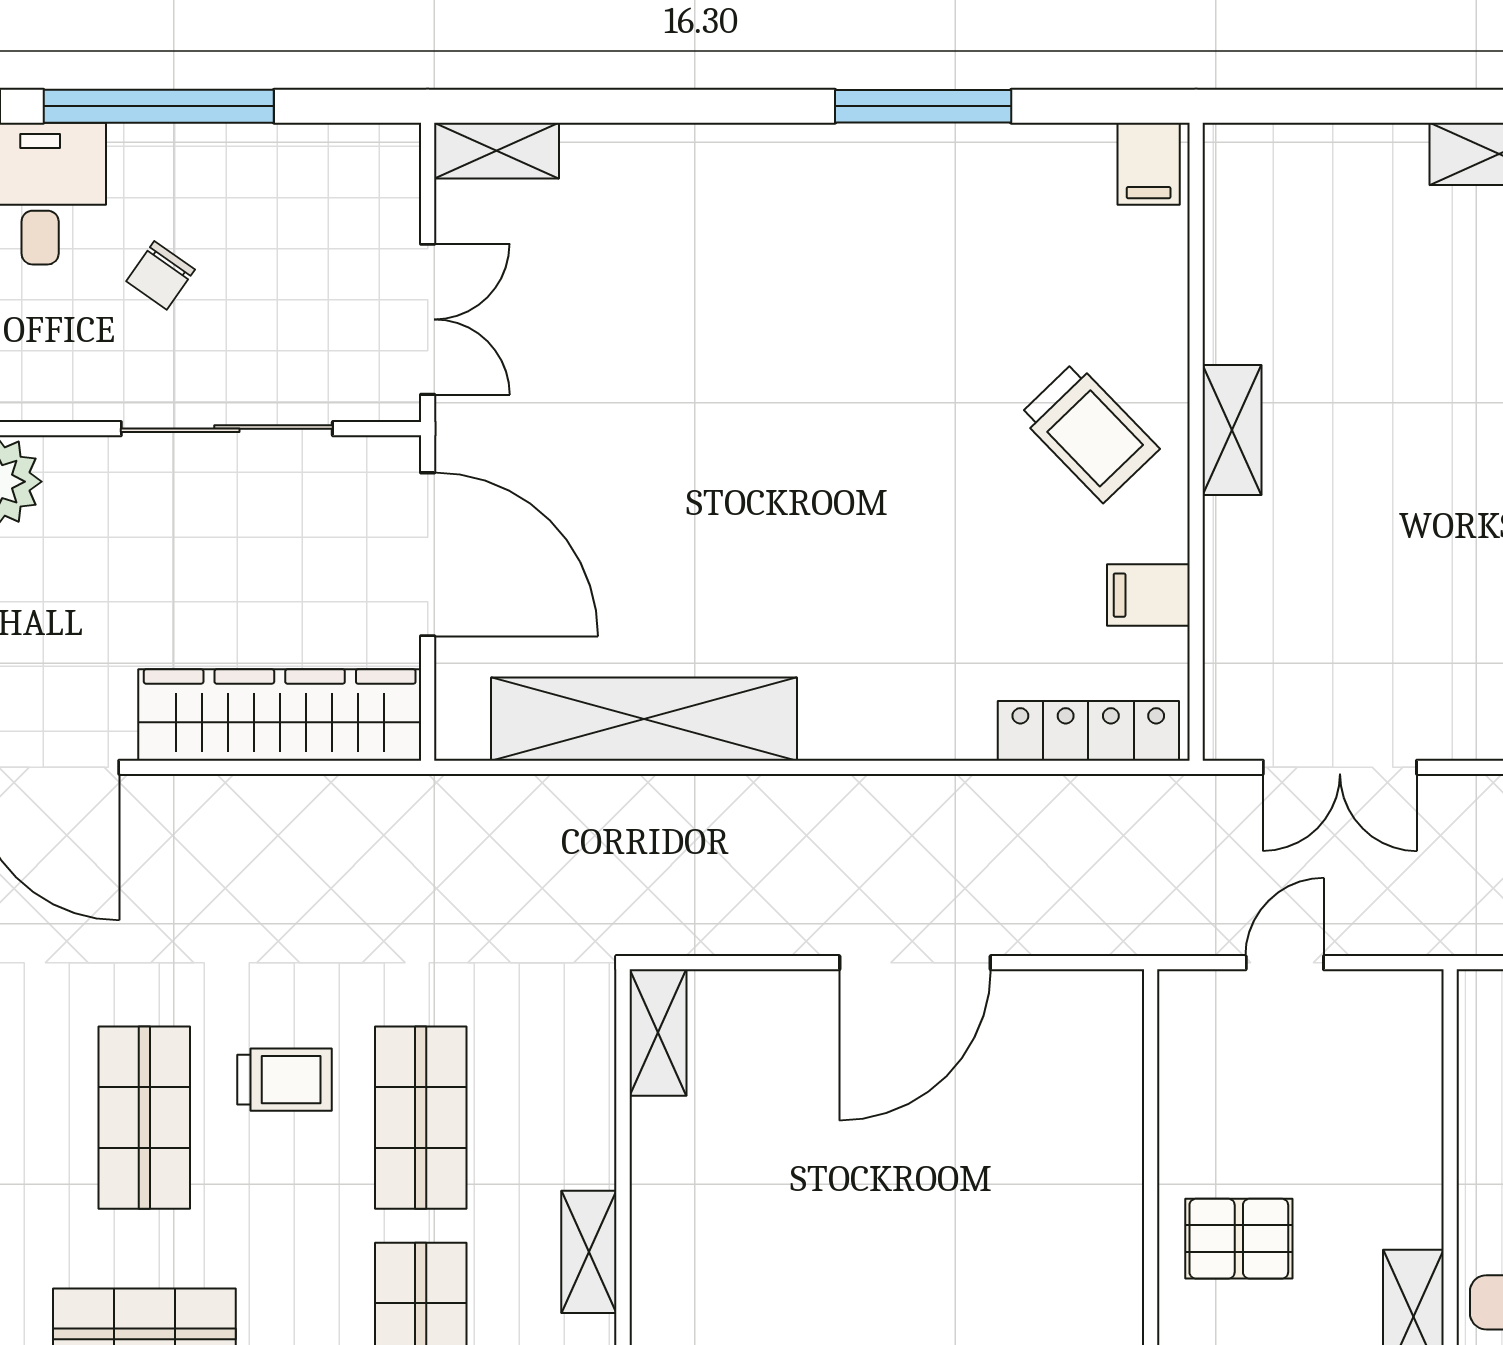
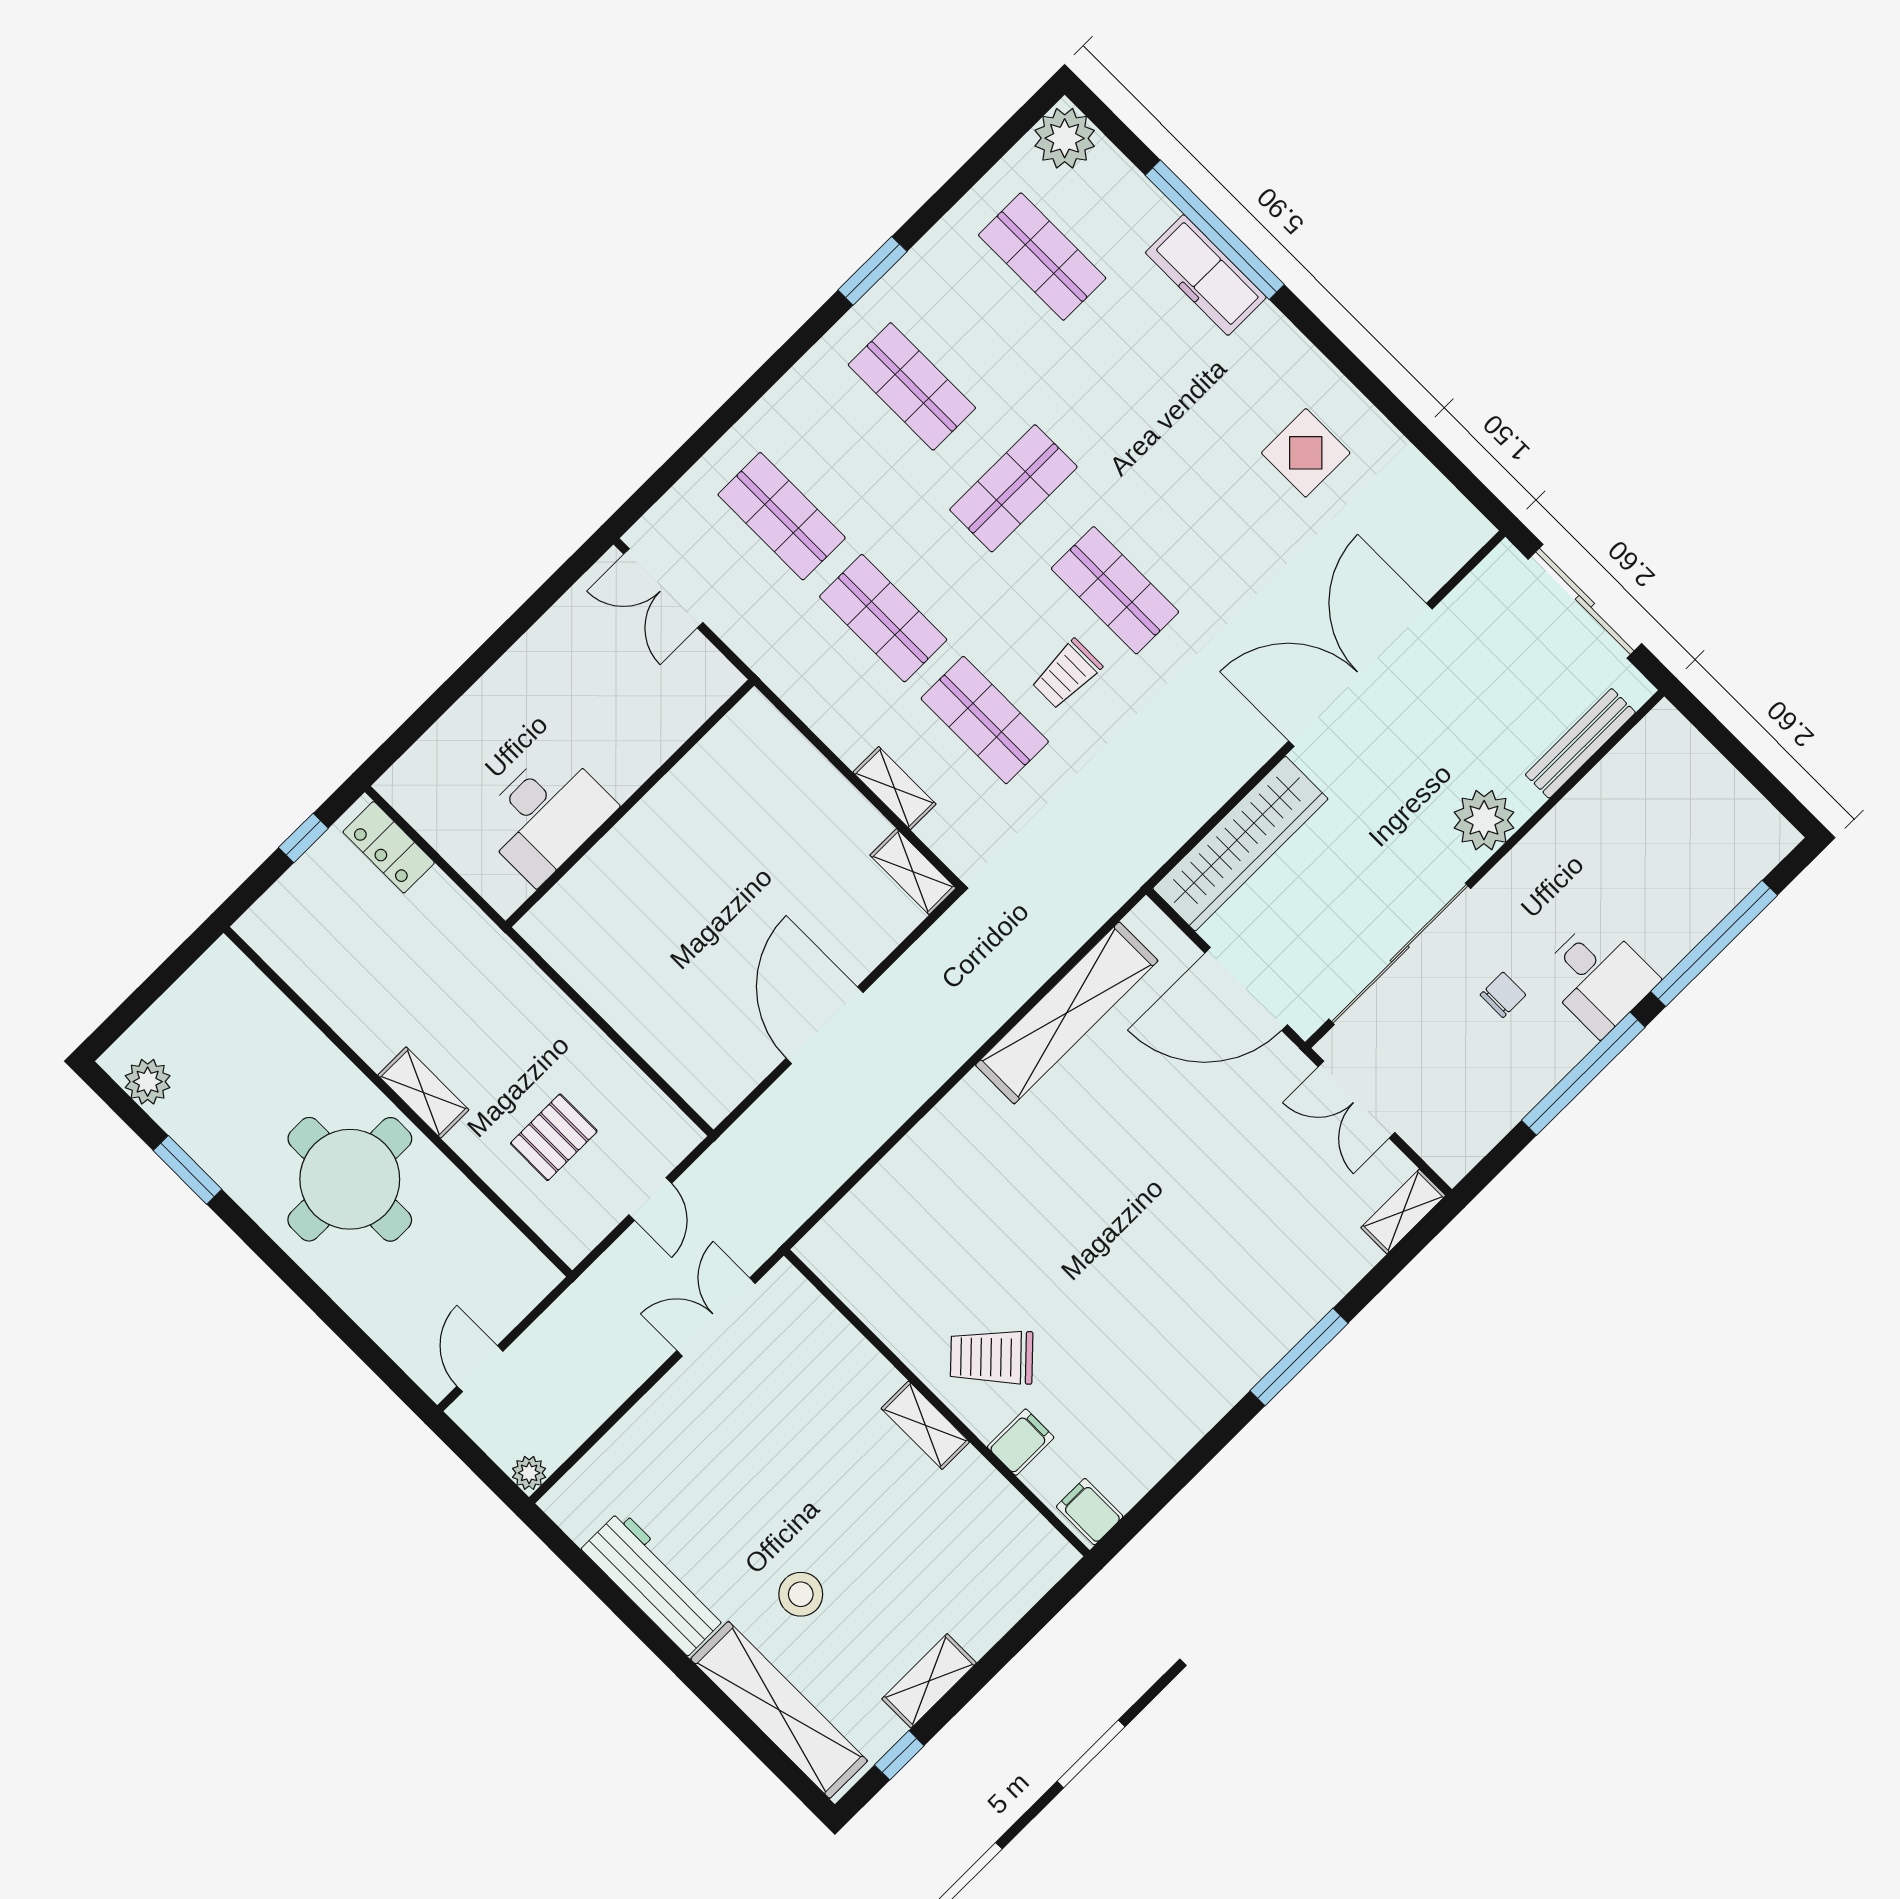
window: (923, 106) -> (1299, 1357), moved
chair: (161, 275) -> (1503, 995), turned 55
sliding door: (227, 429) -> (1400, 954), width x1.36
filing cabinet: (1148, 595) -> (1021, 1442), moved
locker: (1088, 731) -> (852, 1216), removed
pallet: (1239, 1239) -> (554, 1137), moved
shelving: (589, 1252) -> (894, 788), moved

